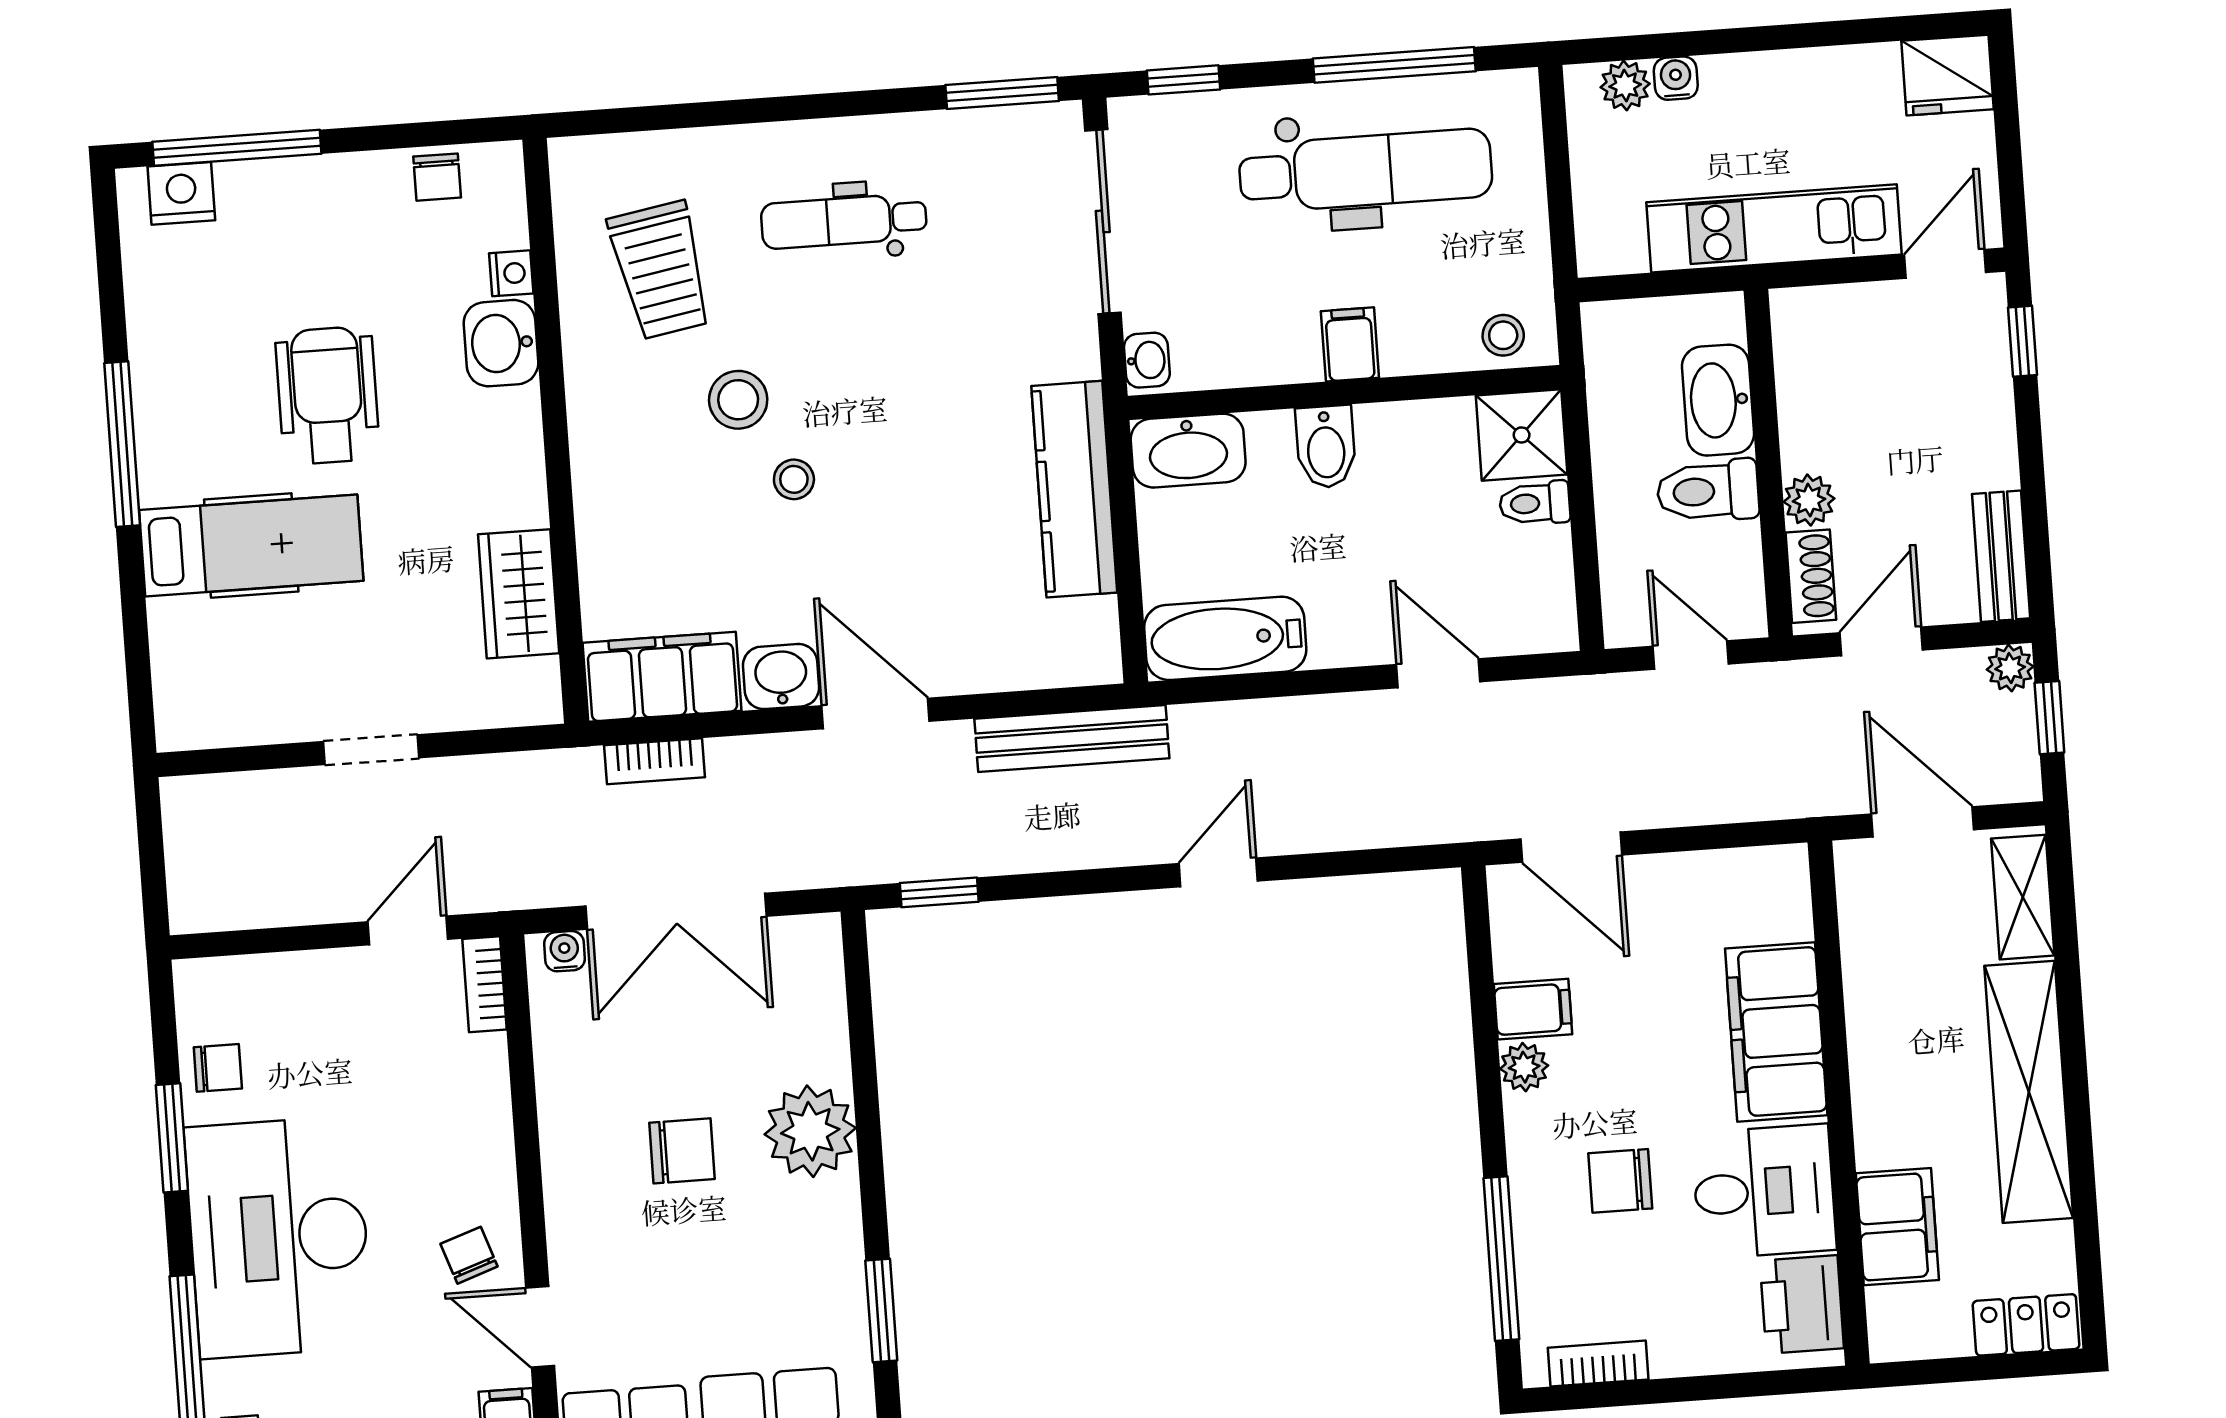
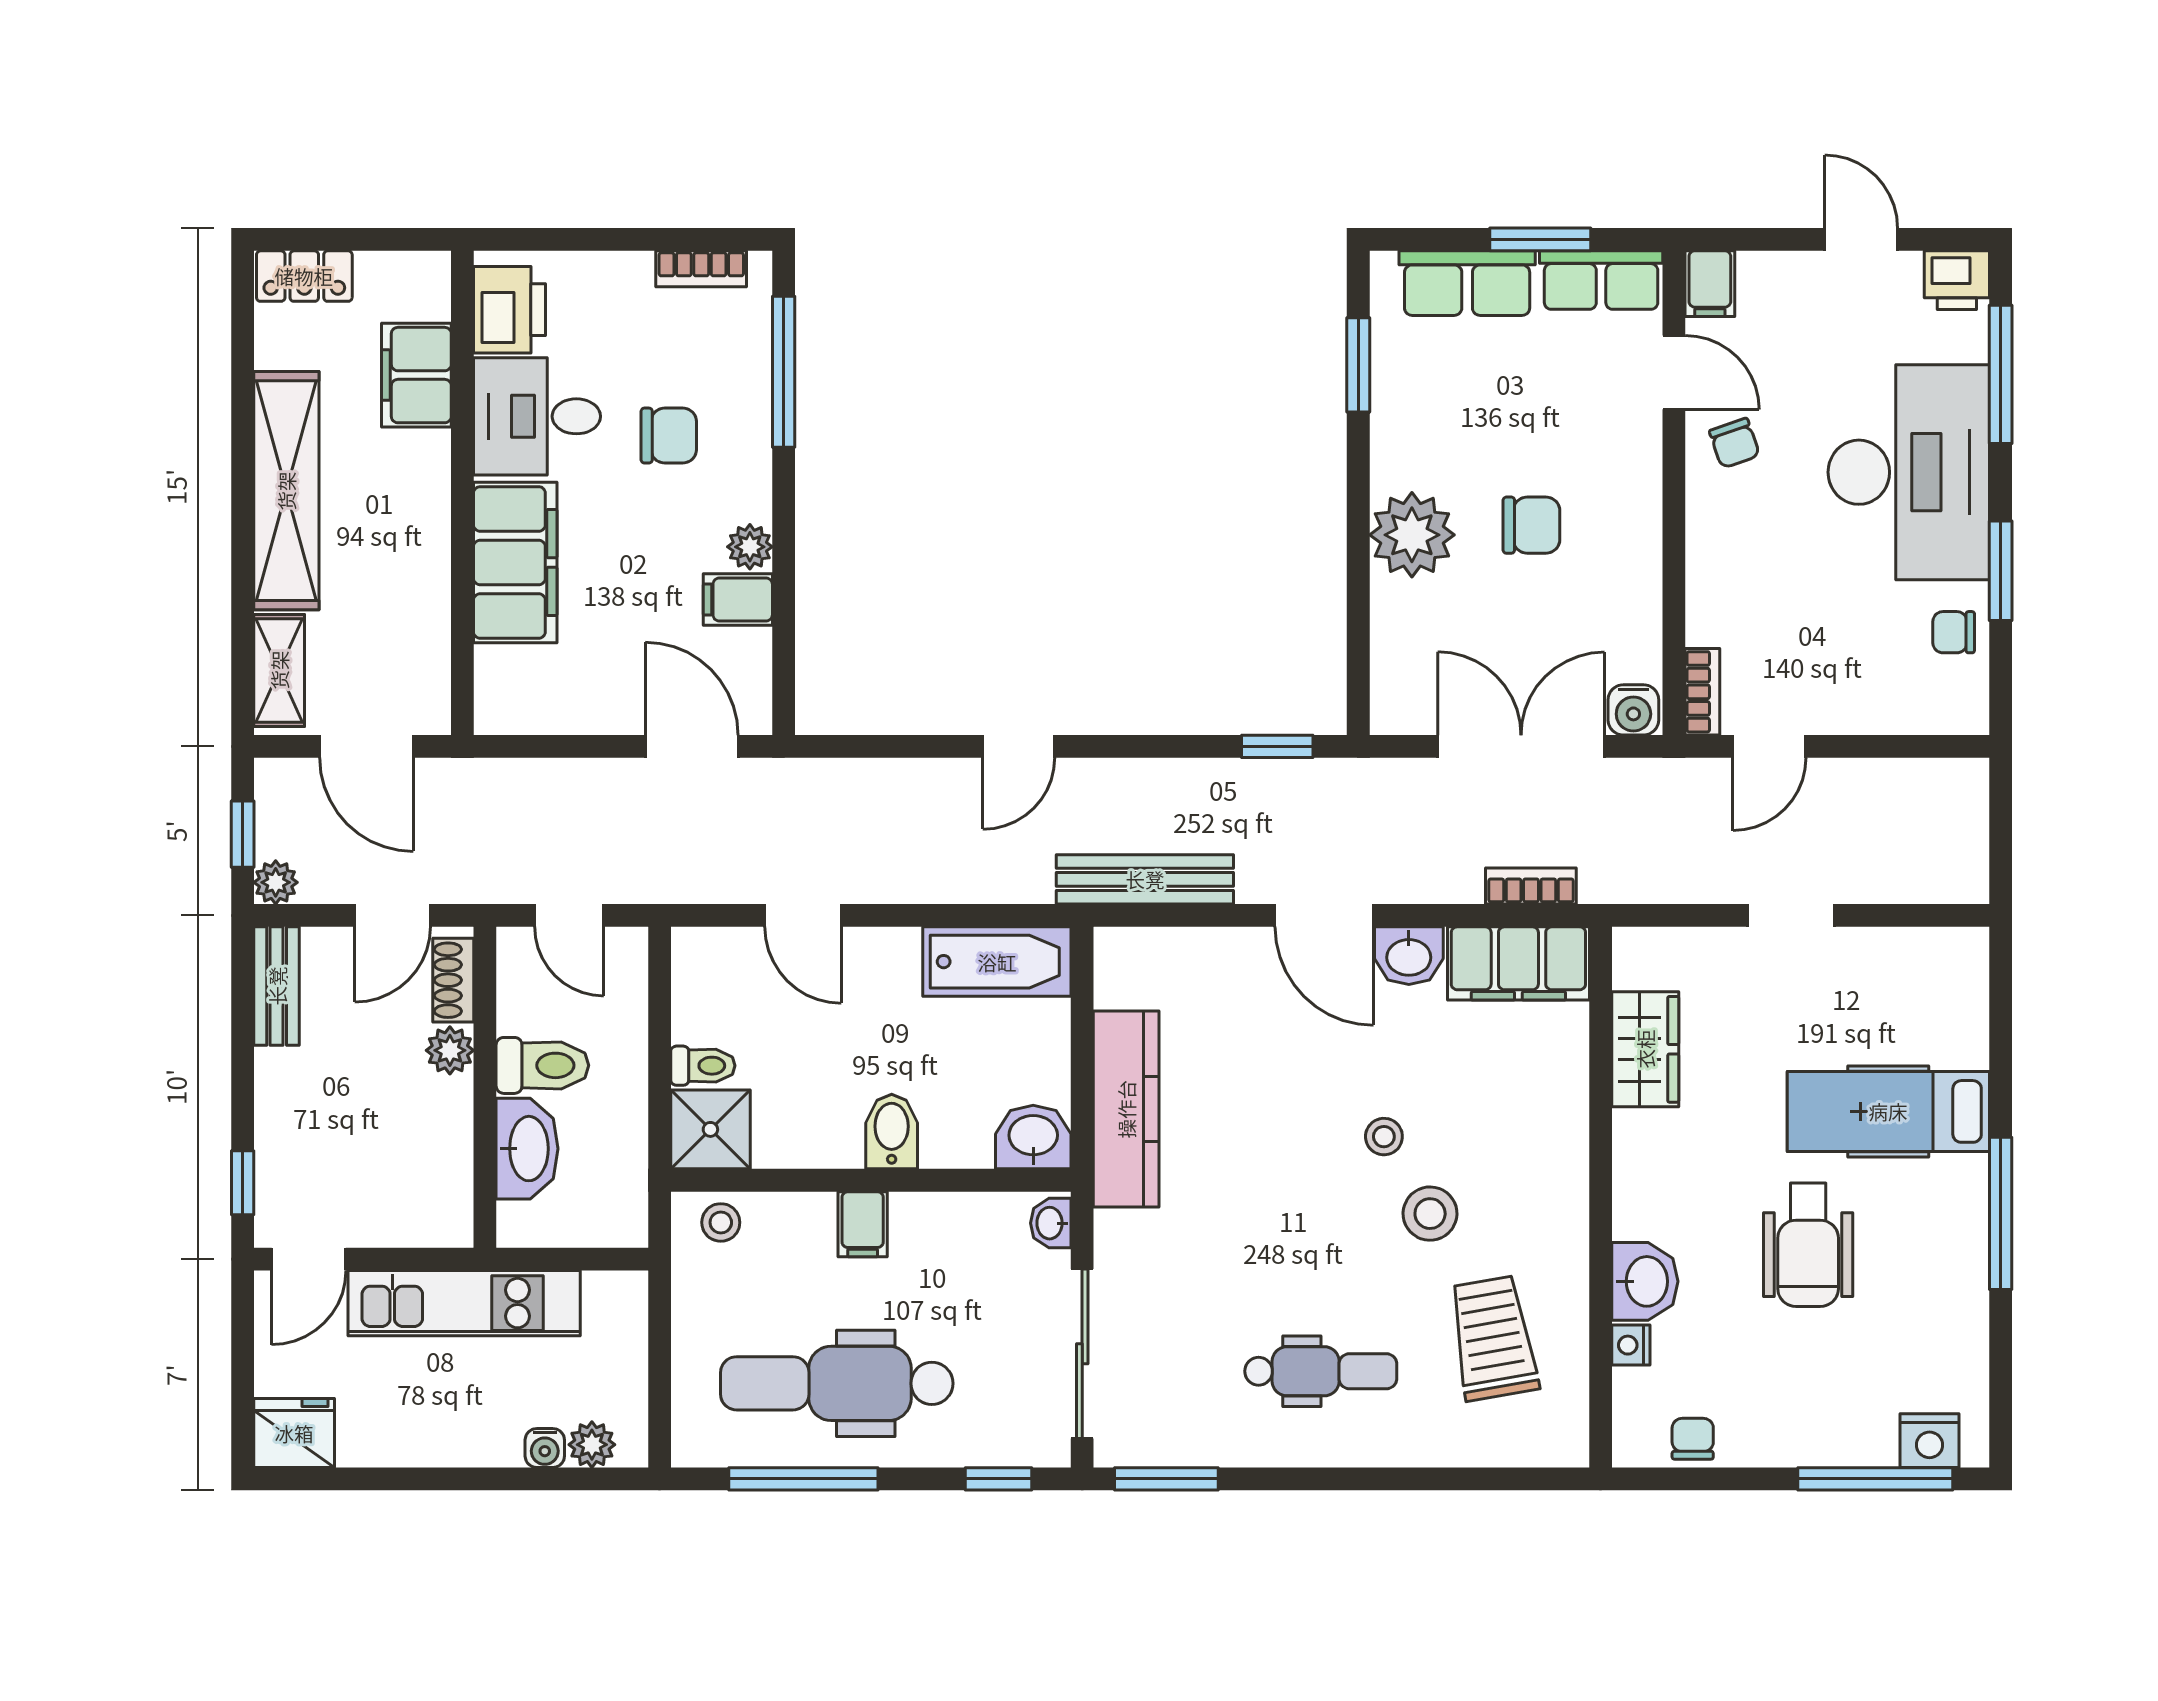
washbasin: (1188, 451) -> (1033, 1137), width x0.72
water cooler: (565, 951) -> (1633, 710), width x1.38, depth x1.38
chair: (682, 1151) -> (1531, 525), turned 180

